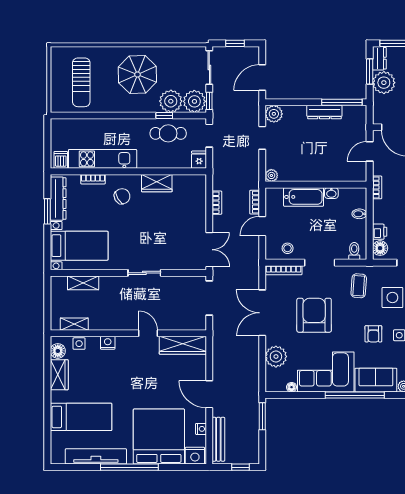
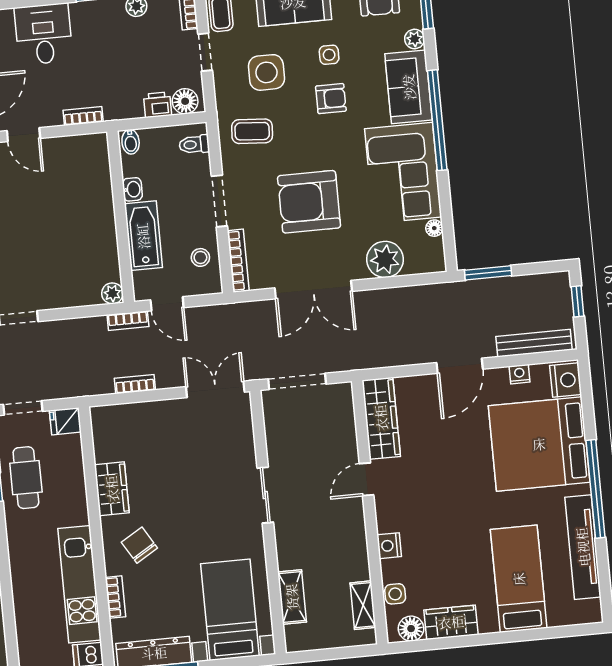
plant: (271, 175) -> (112, 293), moved
wall: (316, 185) -> (121, 217), moved
washbasin: (331, 193) -> (132, 189), moved
bathtub: (304, 197) -> (143, 236), moved

